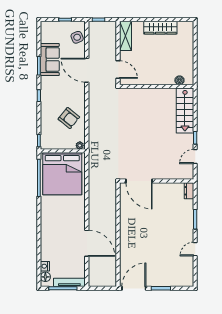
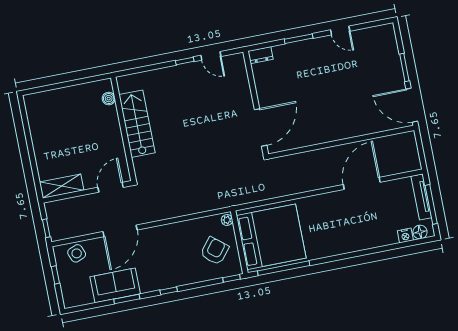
wardrobe: (160, 28) -> (40, 140), removed
stairs: (185, 110) -> (137, 124), moved, turned -90
armchair: (69, 118) -> (215, 251), moved

